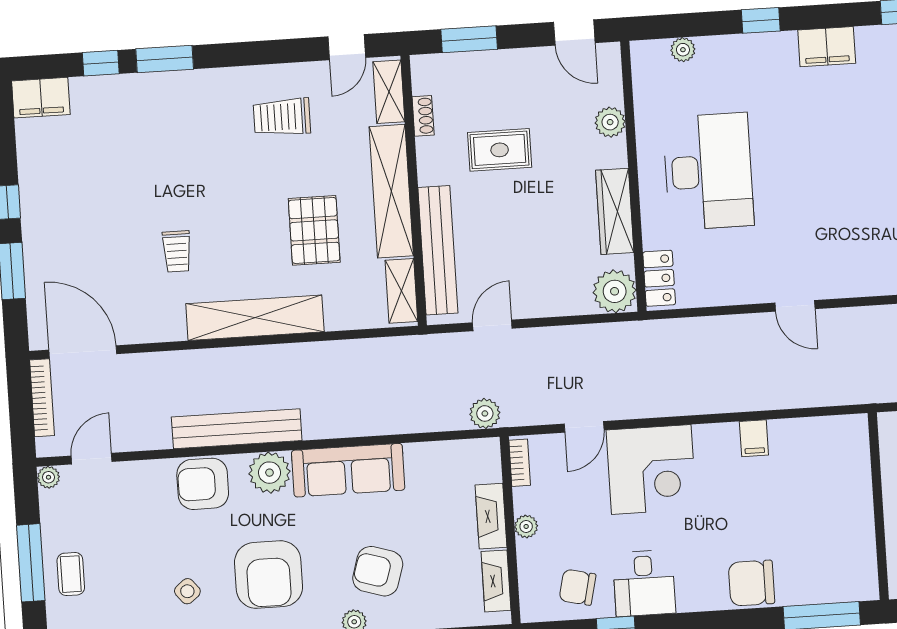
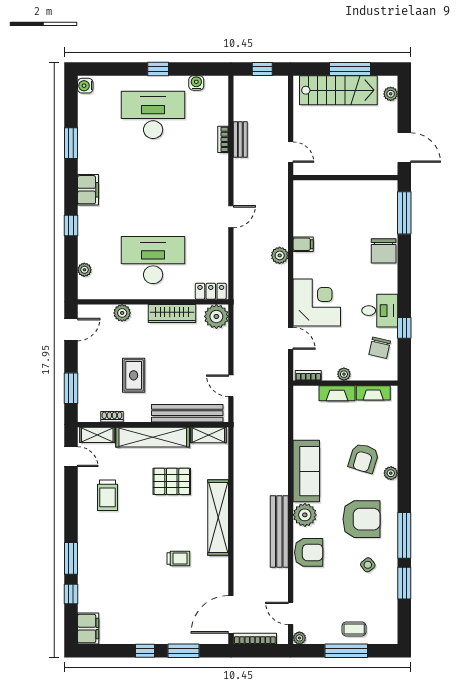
plant: (485, 413) -> (280, 255), moved
armchair: (203, 484) -> (309, 552), turned -90

